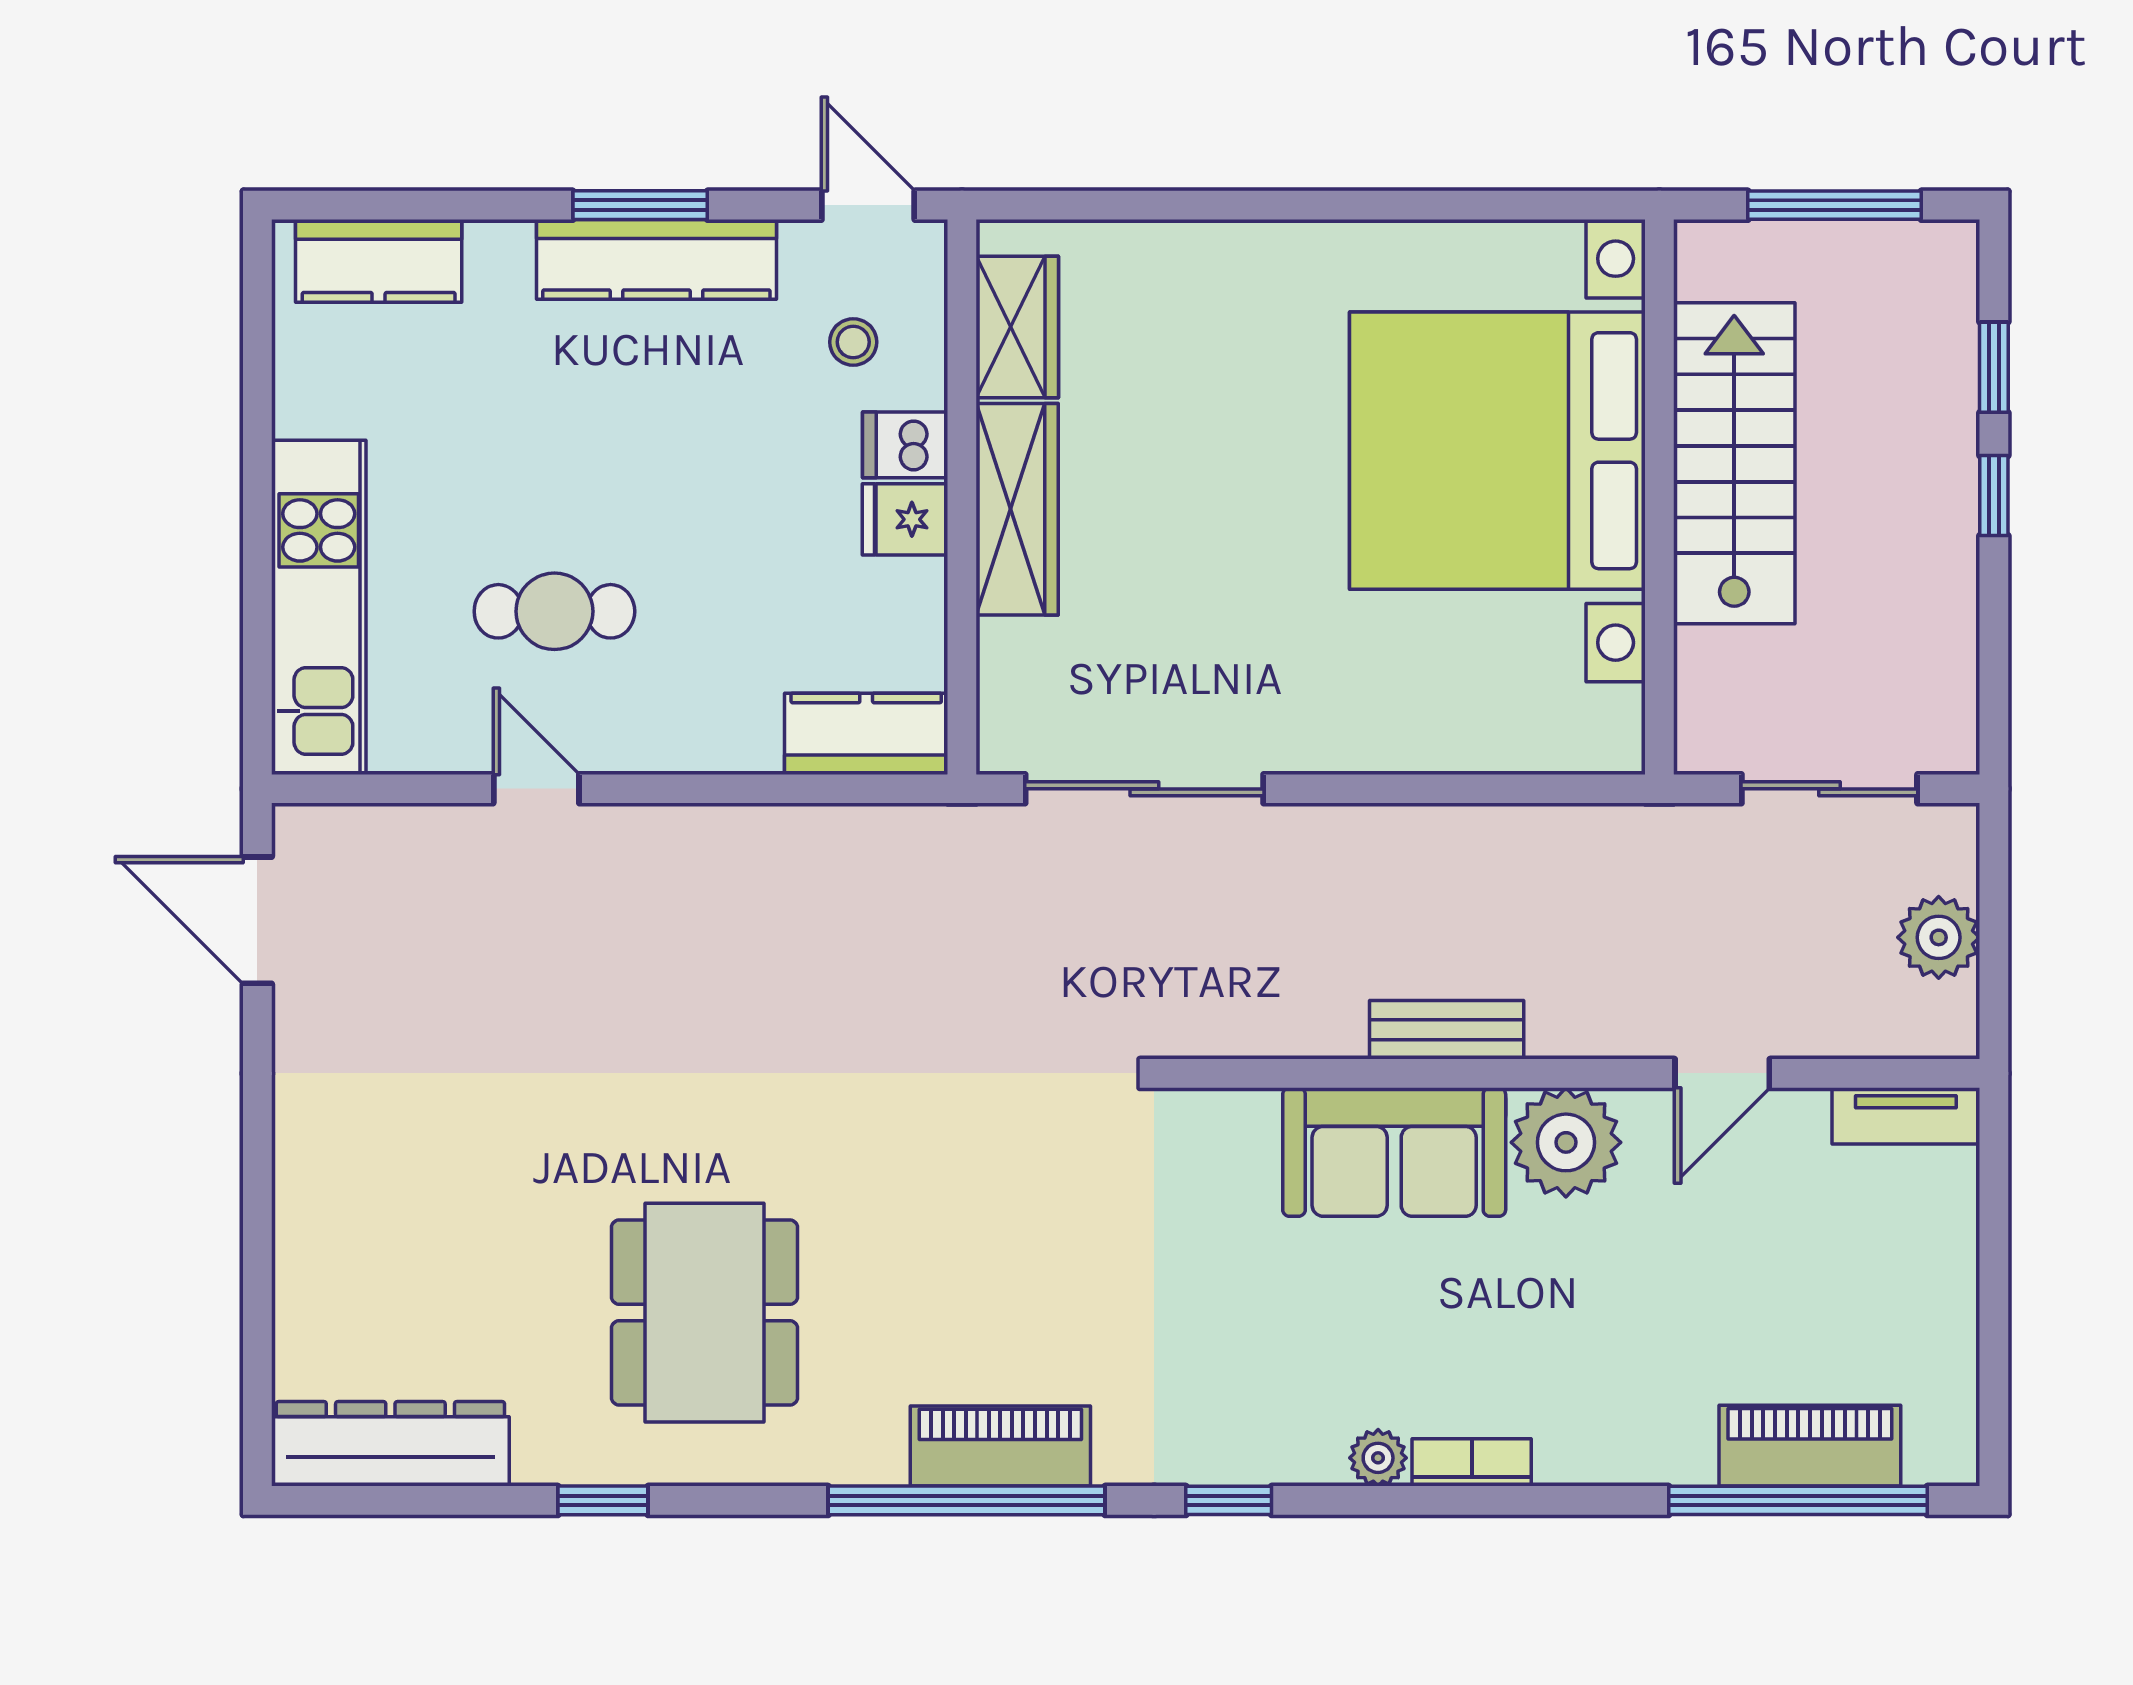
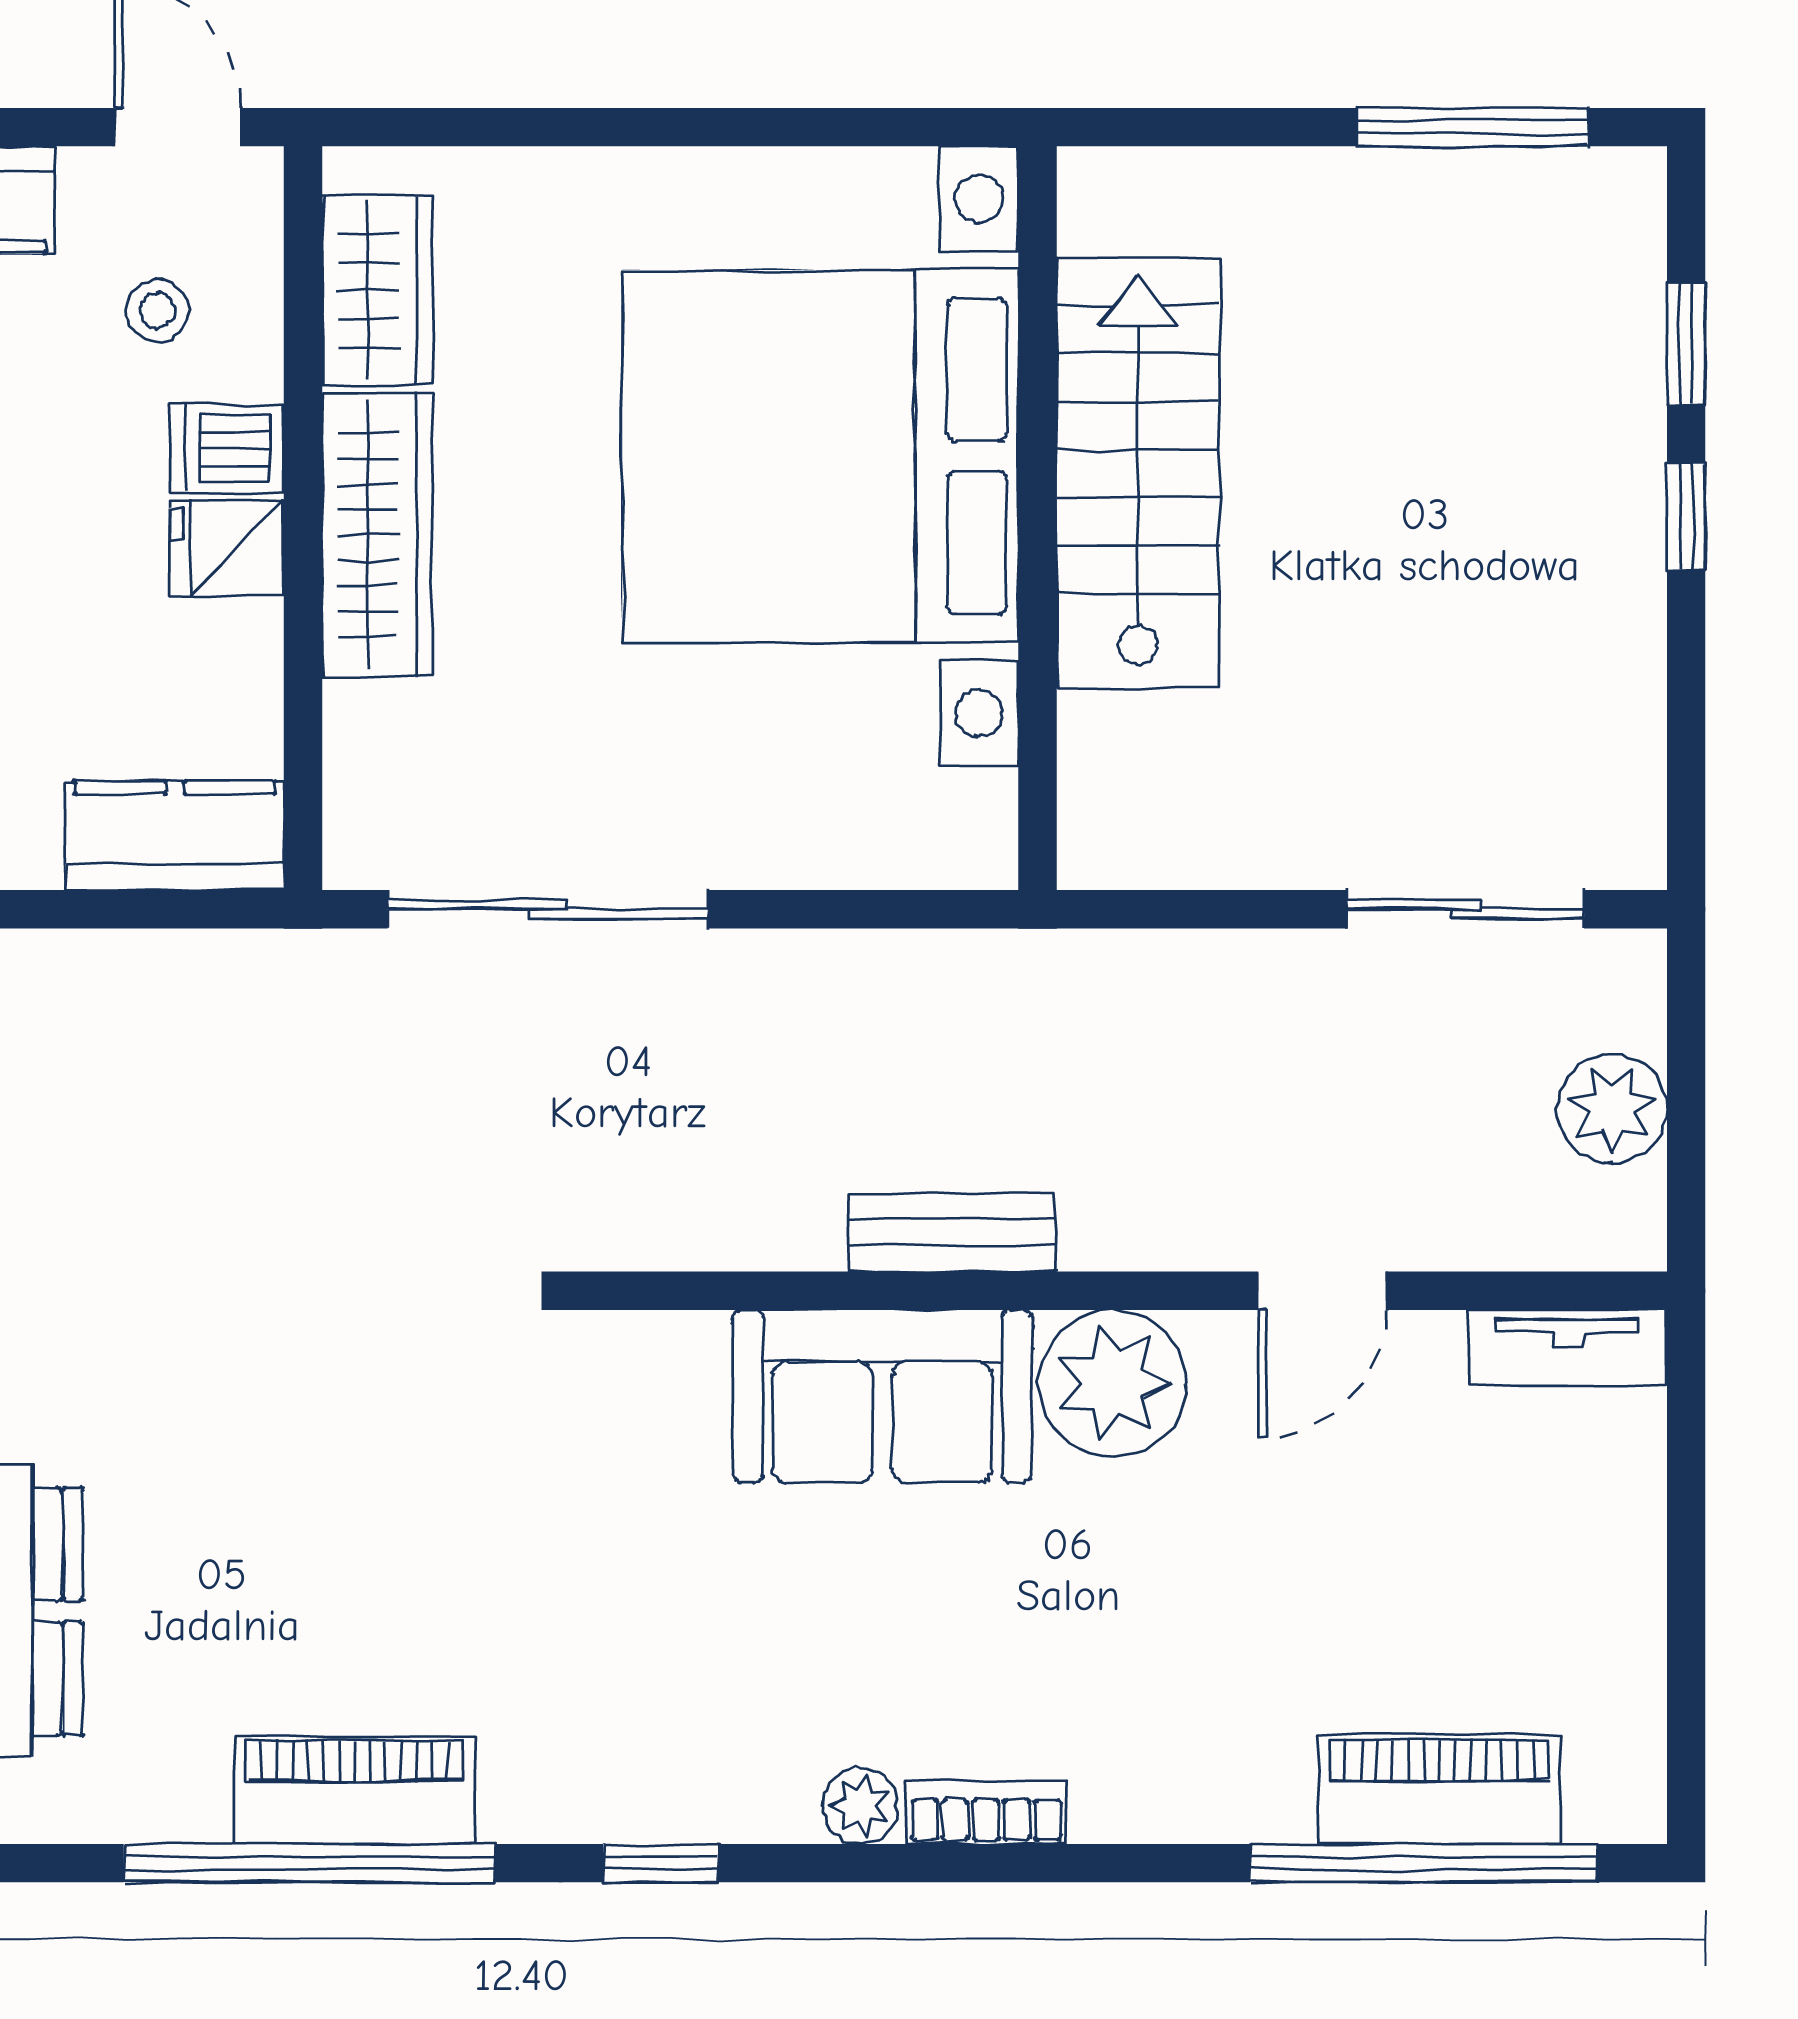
bed with nightstands: (1497, 451) -> (820, 456), moved
stairs: (1734, 463) -> (1138, 473), moved
wall: (1659, 497) -> (1038, 518), moved

